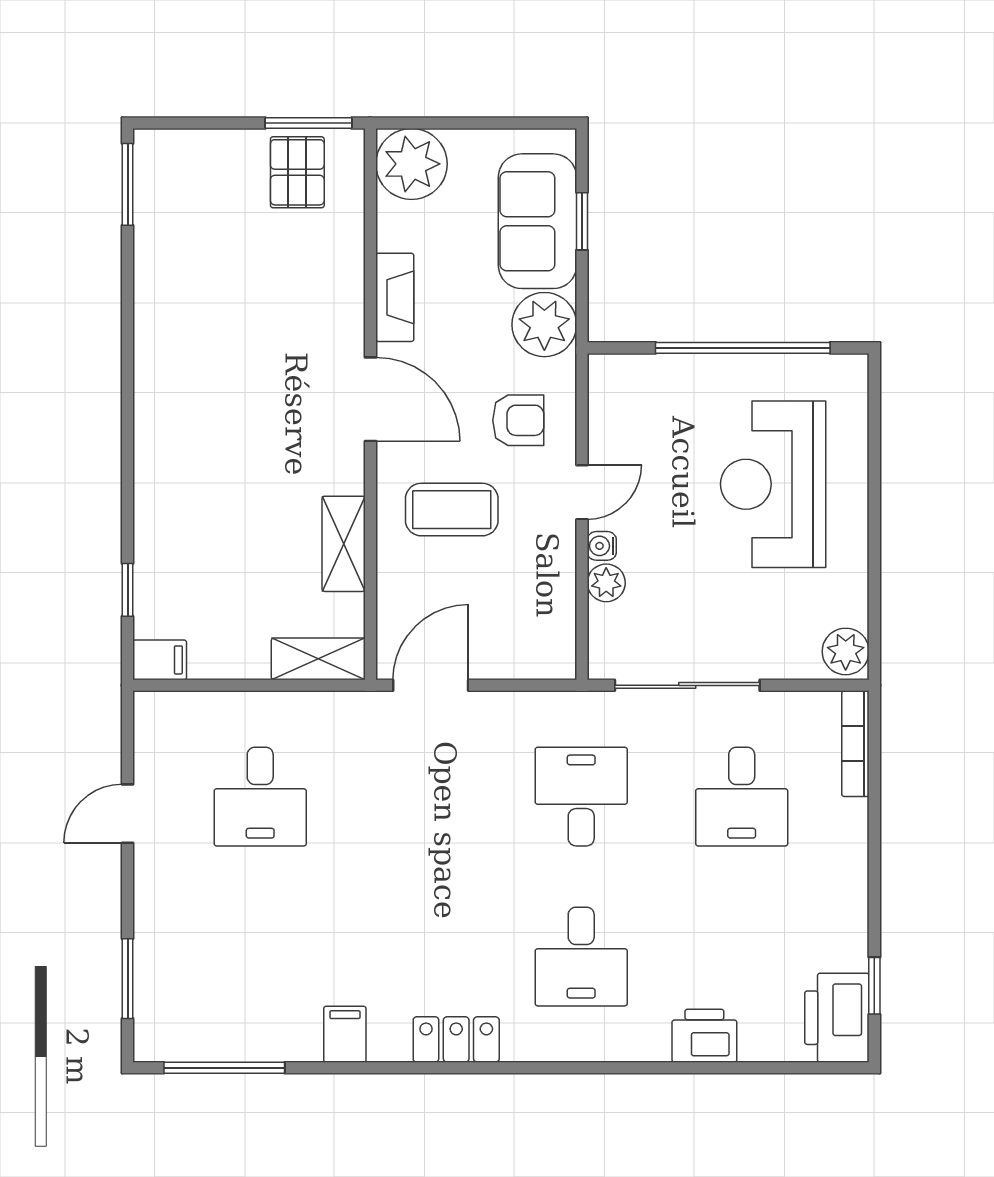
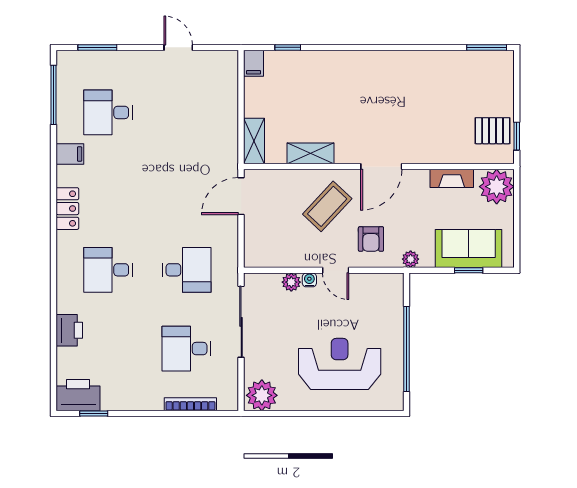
window: (309, 123) -> (517, 136), width x0.67
fireplace: (395, 297) -> (452, 178), moved
plant: (544, 325) -> (411, 259), width x0.53, depth x0.53
coffee table: (452, 510) -> (327, 206), turned 43
plant: (846, 651) -> (262, 395), width x1.36, depth x1.36
door: (431, 685) -> (241, 196), swing flipped
bookcase: (855, 744) -> (190, 404), moved
desk: (260, 797) -> (108, 112), moved

